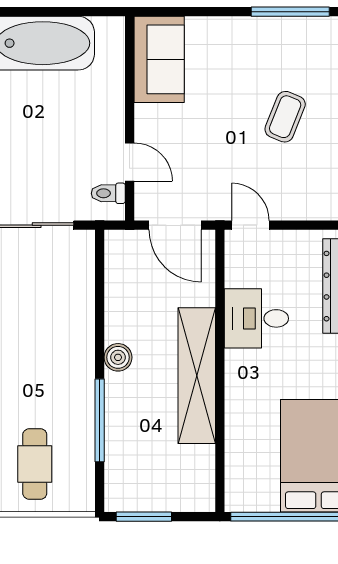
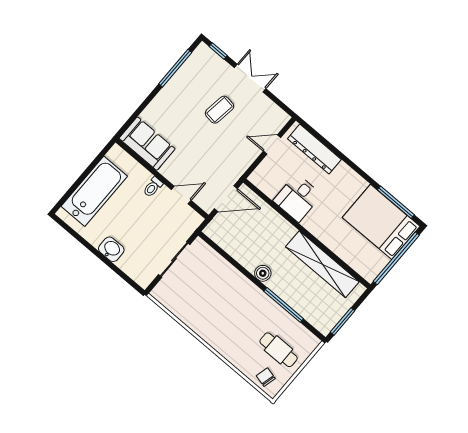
coffee table: (285, 117) -> (219, 110), turned 76
toilet: (108, 193) -> (153, 187), moved
door: (250, 225) -> (272, 144), moved
shelving: (197, 376) -> (322, 264), moved

